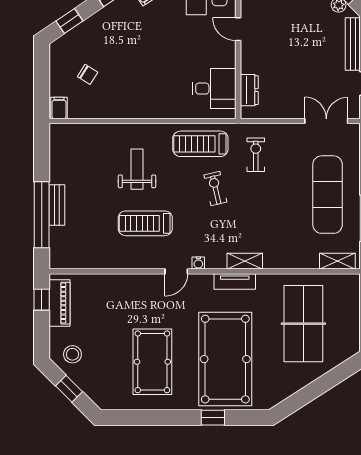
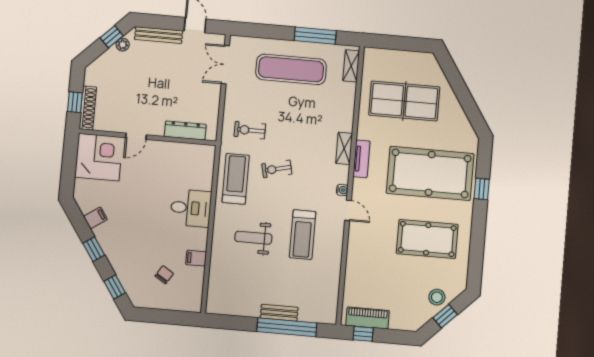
desk: (214, 89) -> (191, 208), moved, turned 90
dresser: (249, 90) -> (185, 130), width x1.44
filing cabinet: (59, 108) -> (196, 258), moved
treadmill: (200, 144) -> (236, 179), turned 180
stool: (72, 354) -> (437, 297), moved

